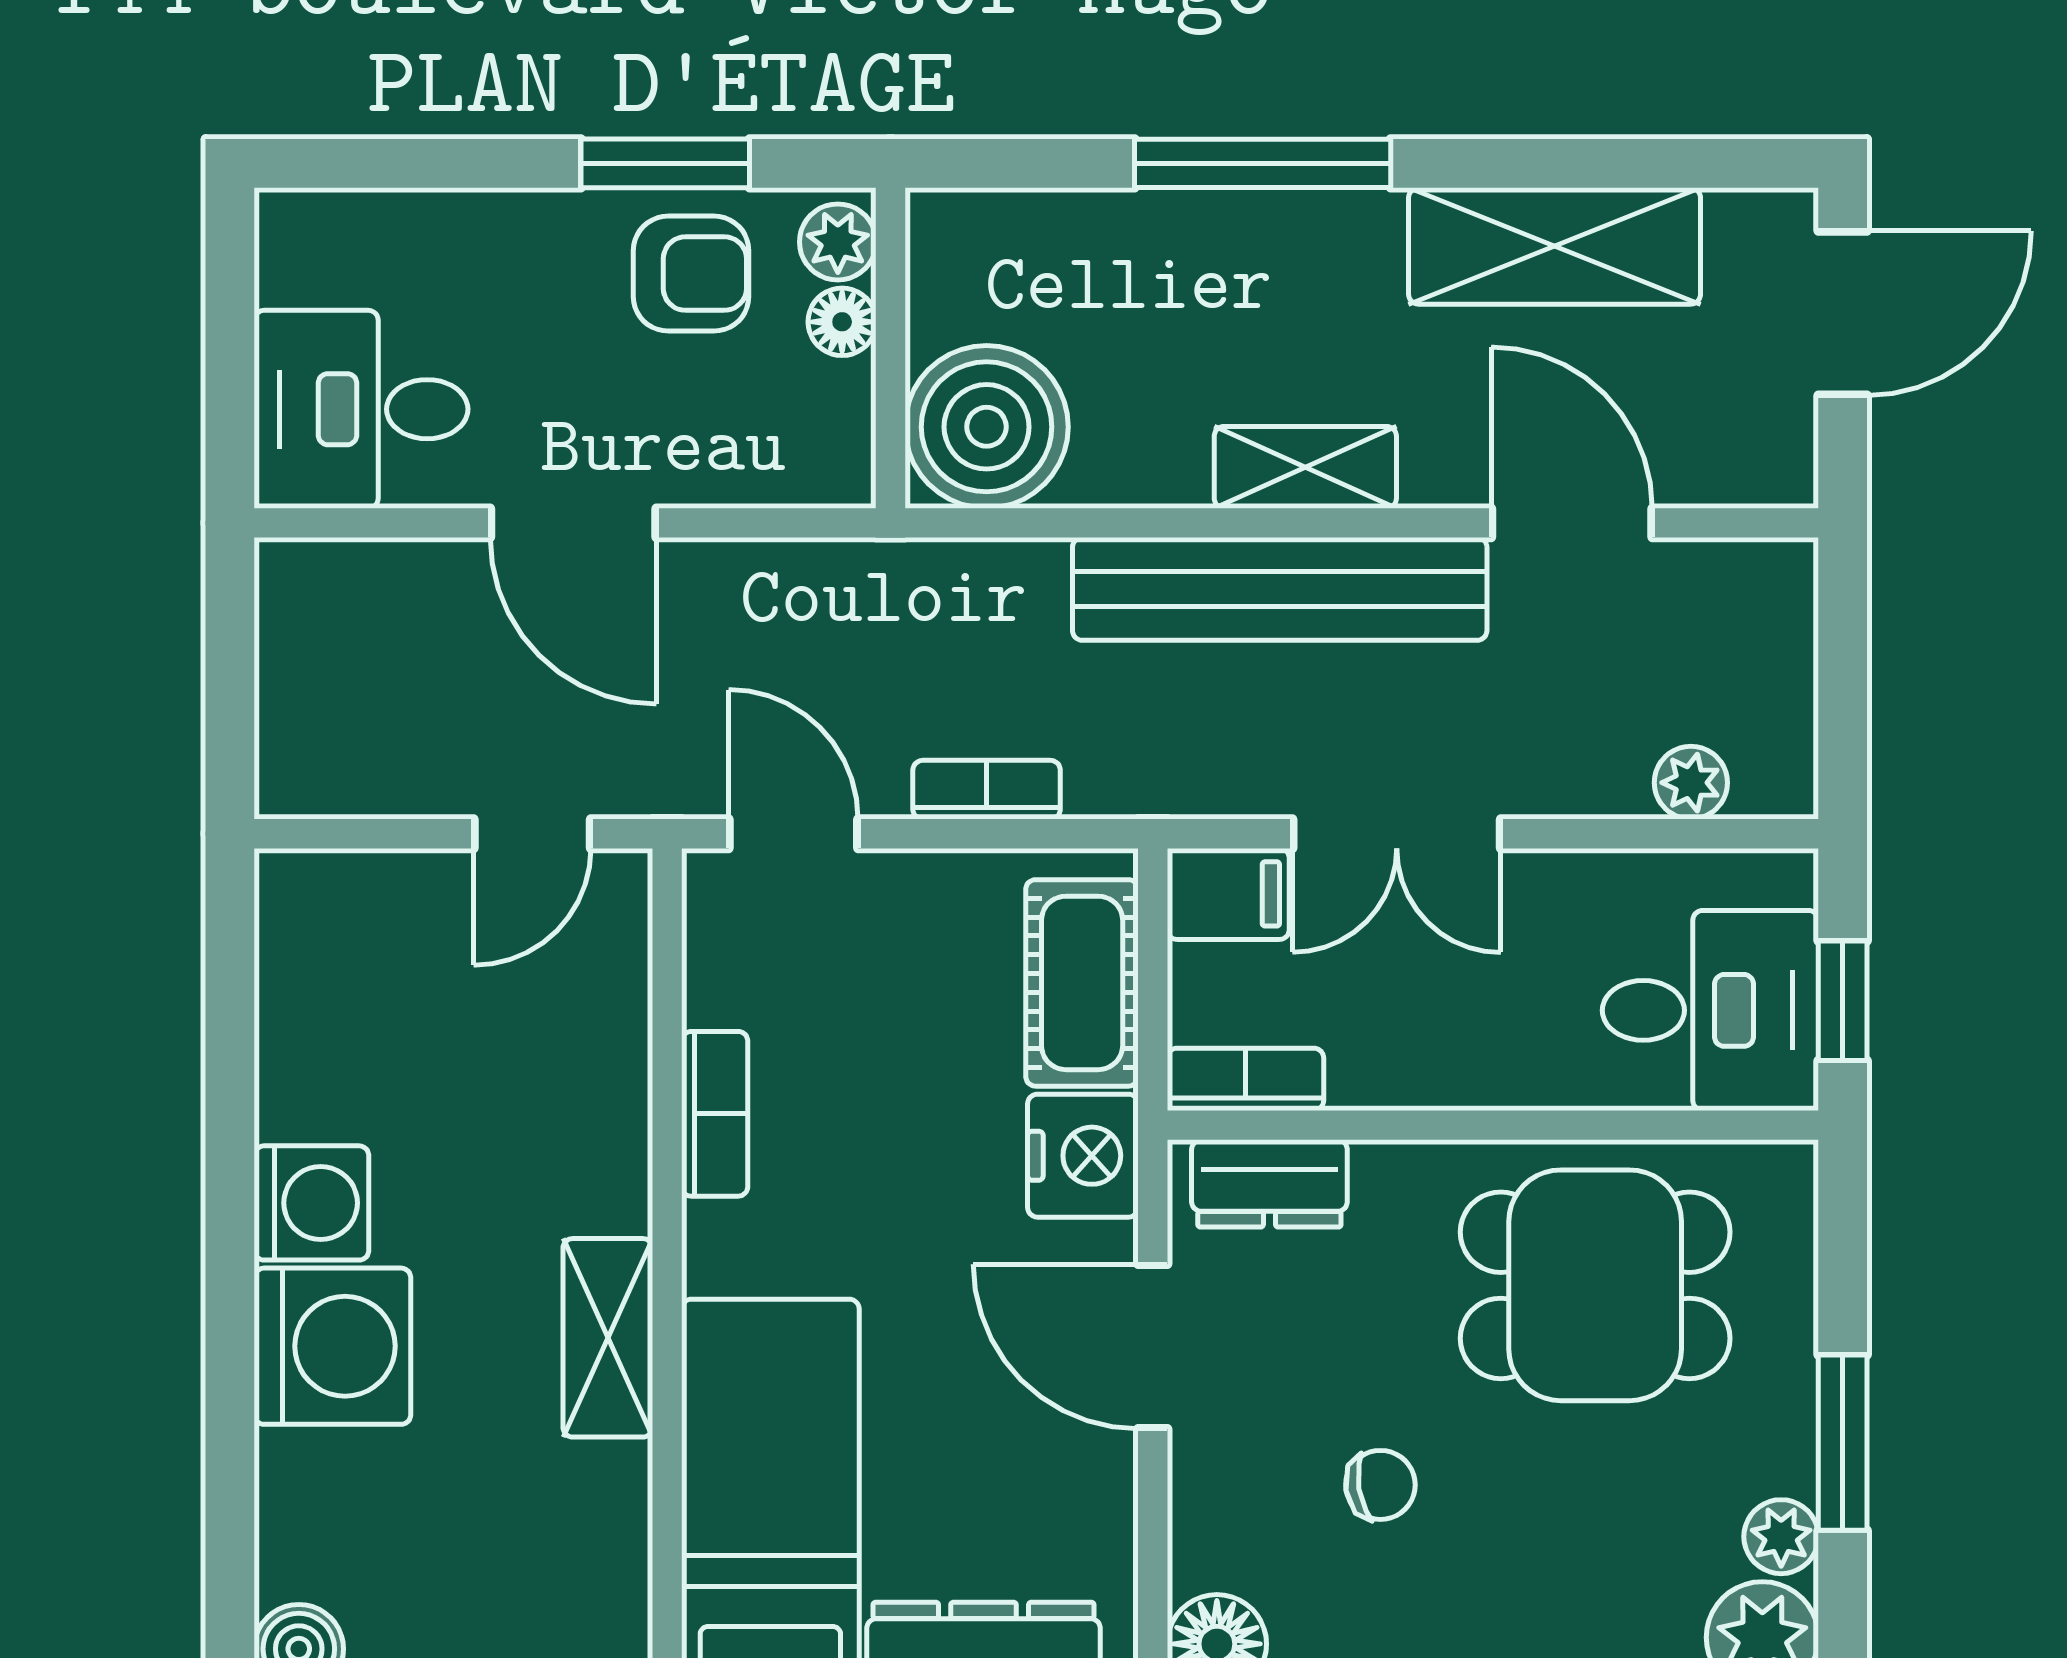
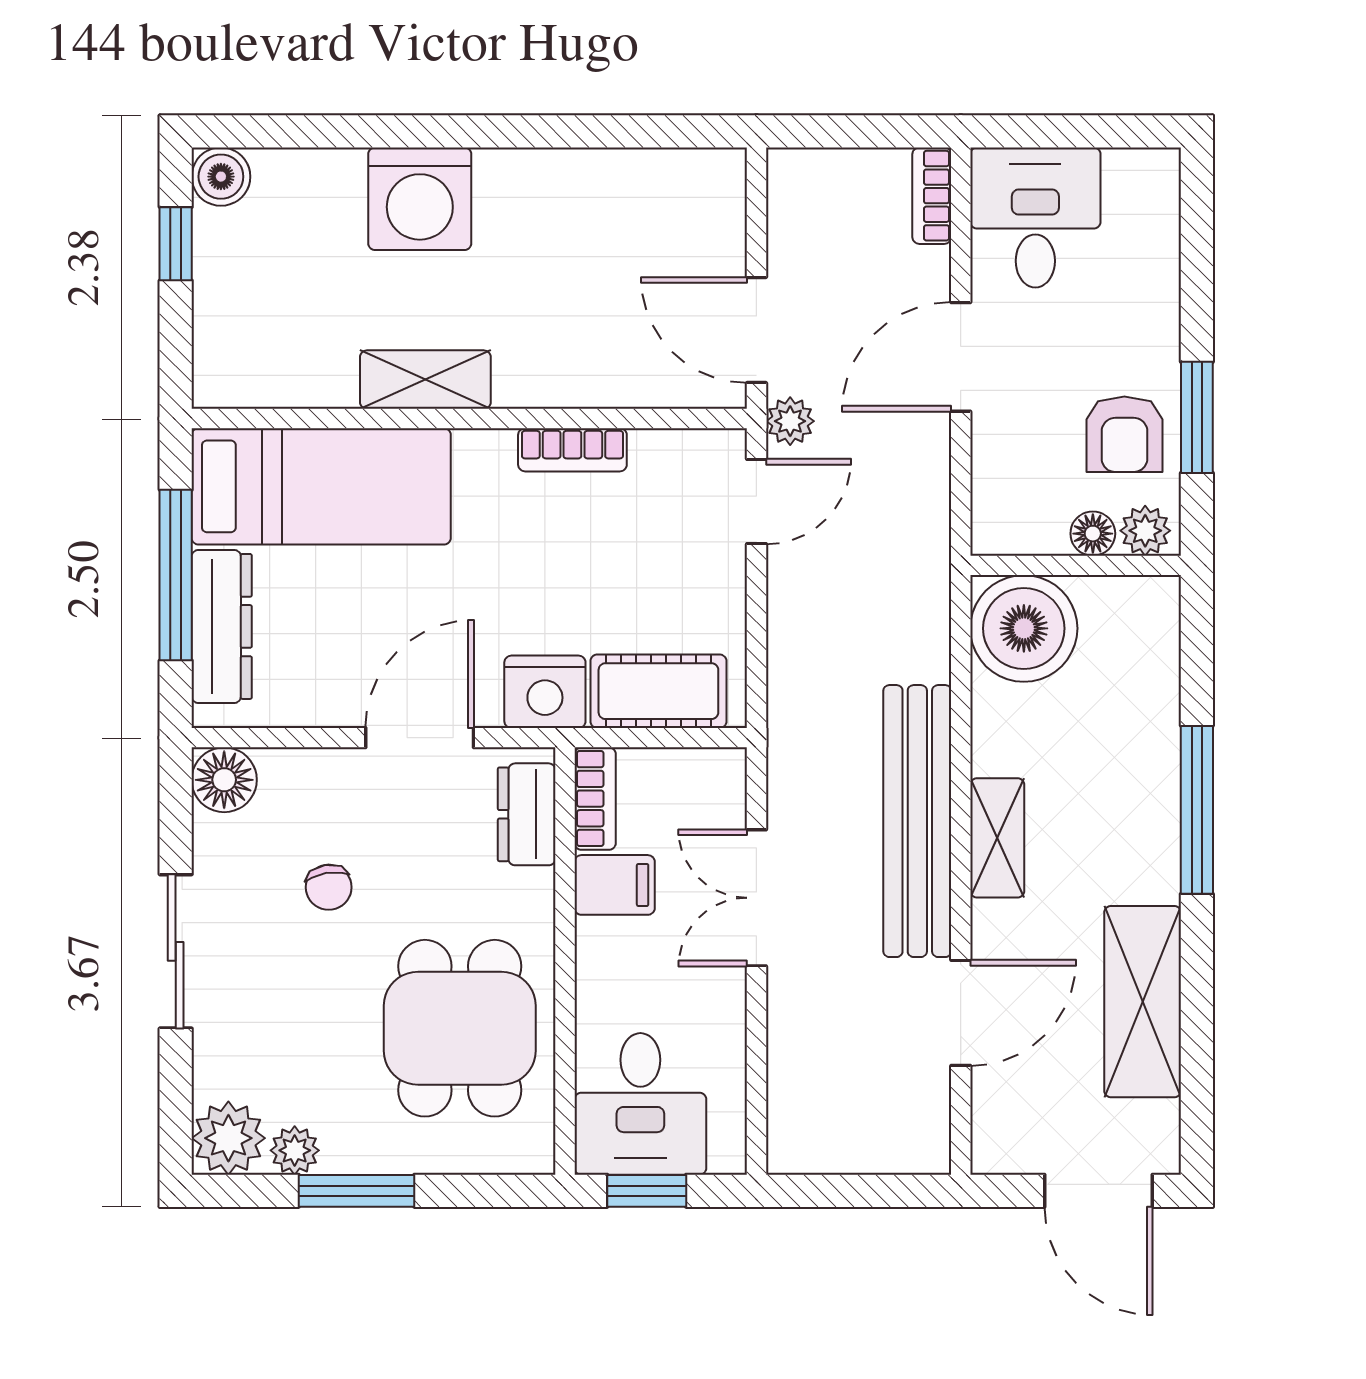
plant: (1691, 783) -> (790, 421), moved
bookcase: (987, 790) -> (932, 196), moved, turned 180
door: (532, 834) -> (756, 330), width x1.38
filing cabinet: (1228, 894) -> (615, 885), moved, turned -90
washing machine: (311, 1203) -> (514, 185), removed

